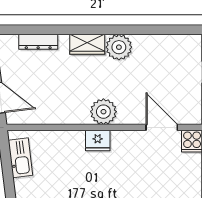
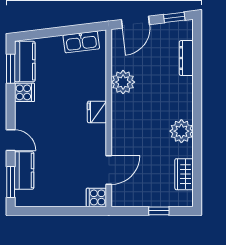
wardrobe: (87, 44) -> (184, 174), moved
plant: (103, 112) -> (123, 82), moved

